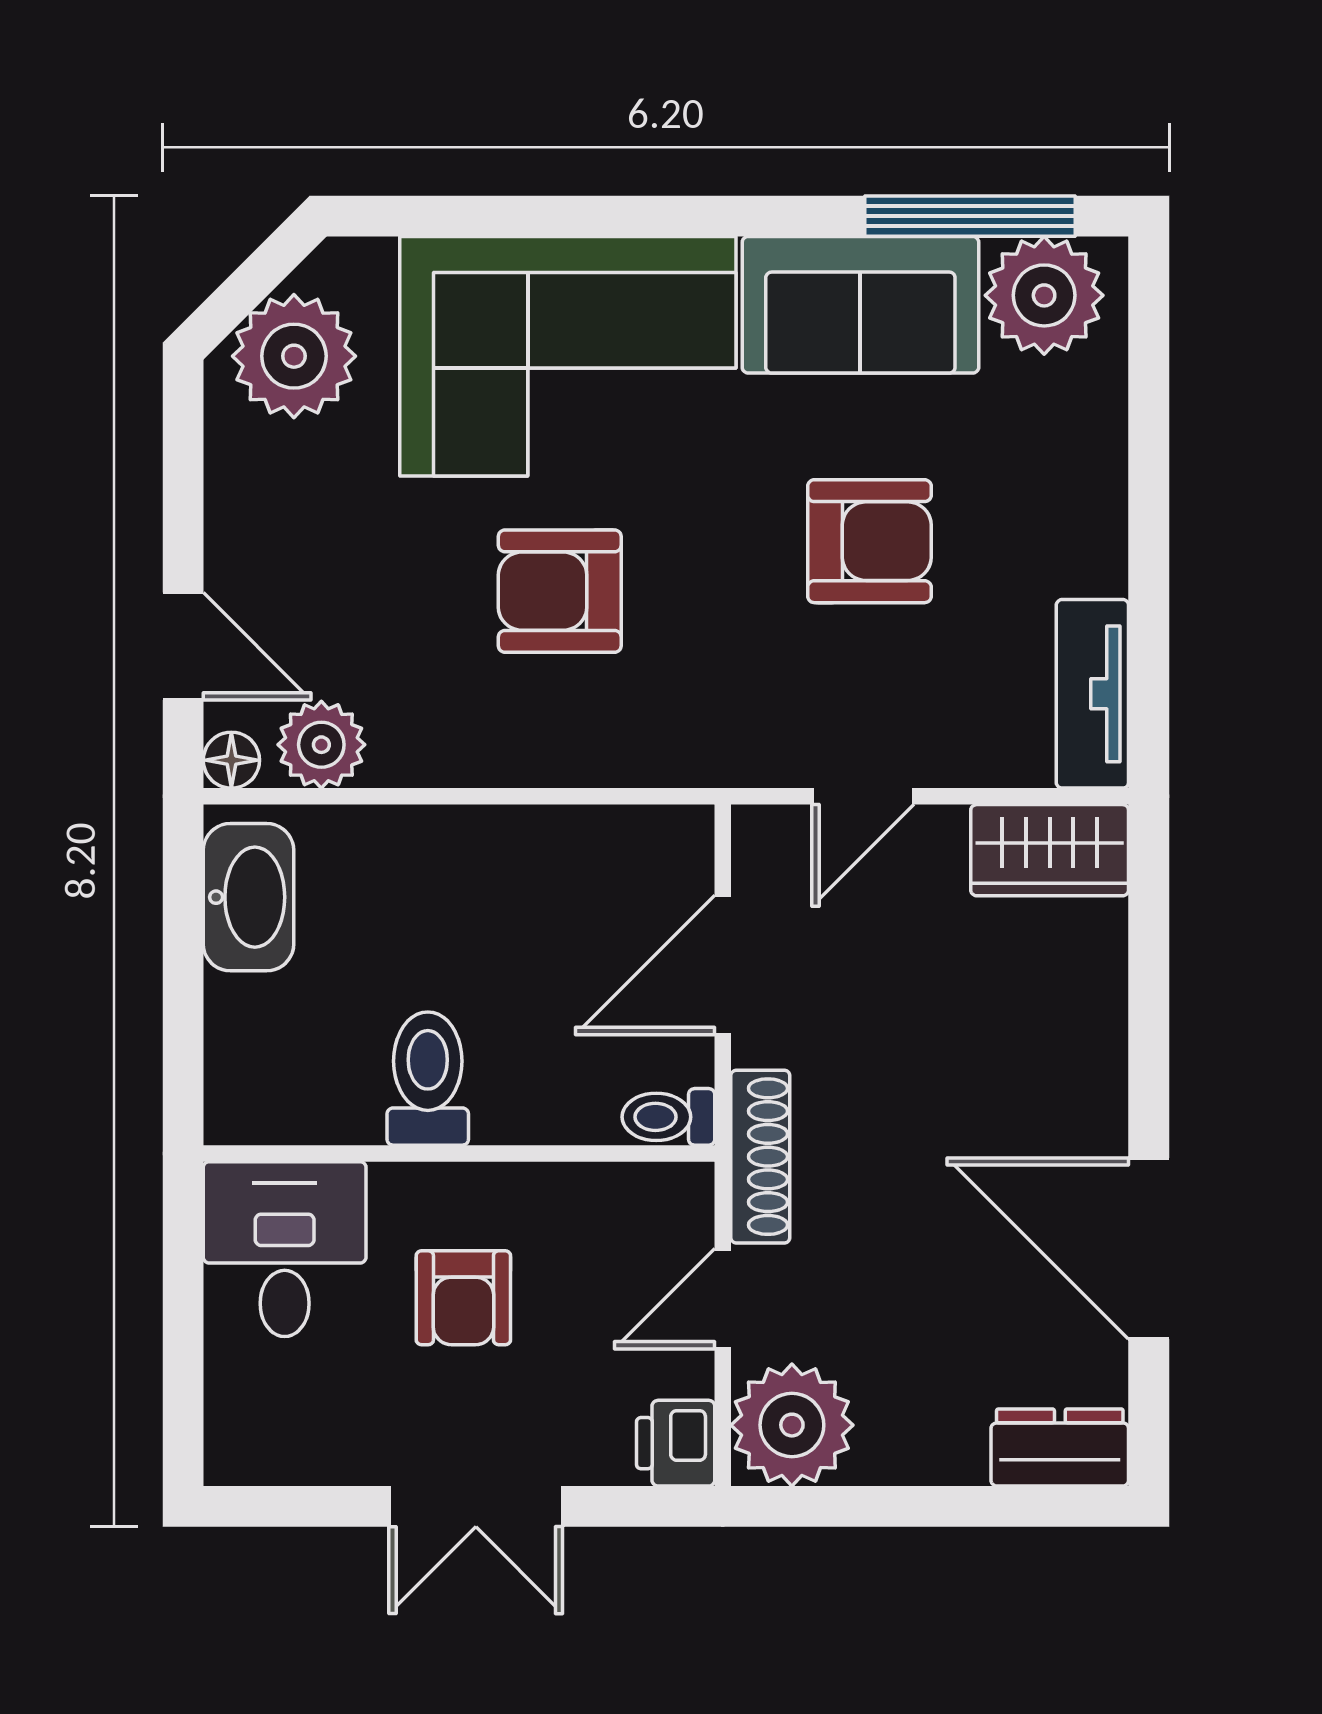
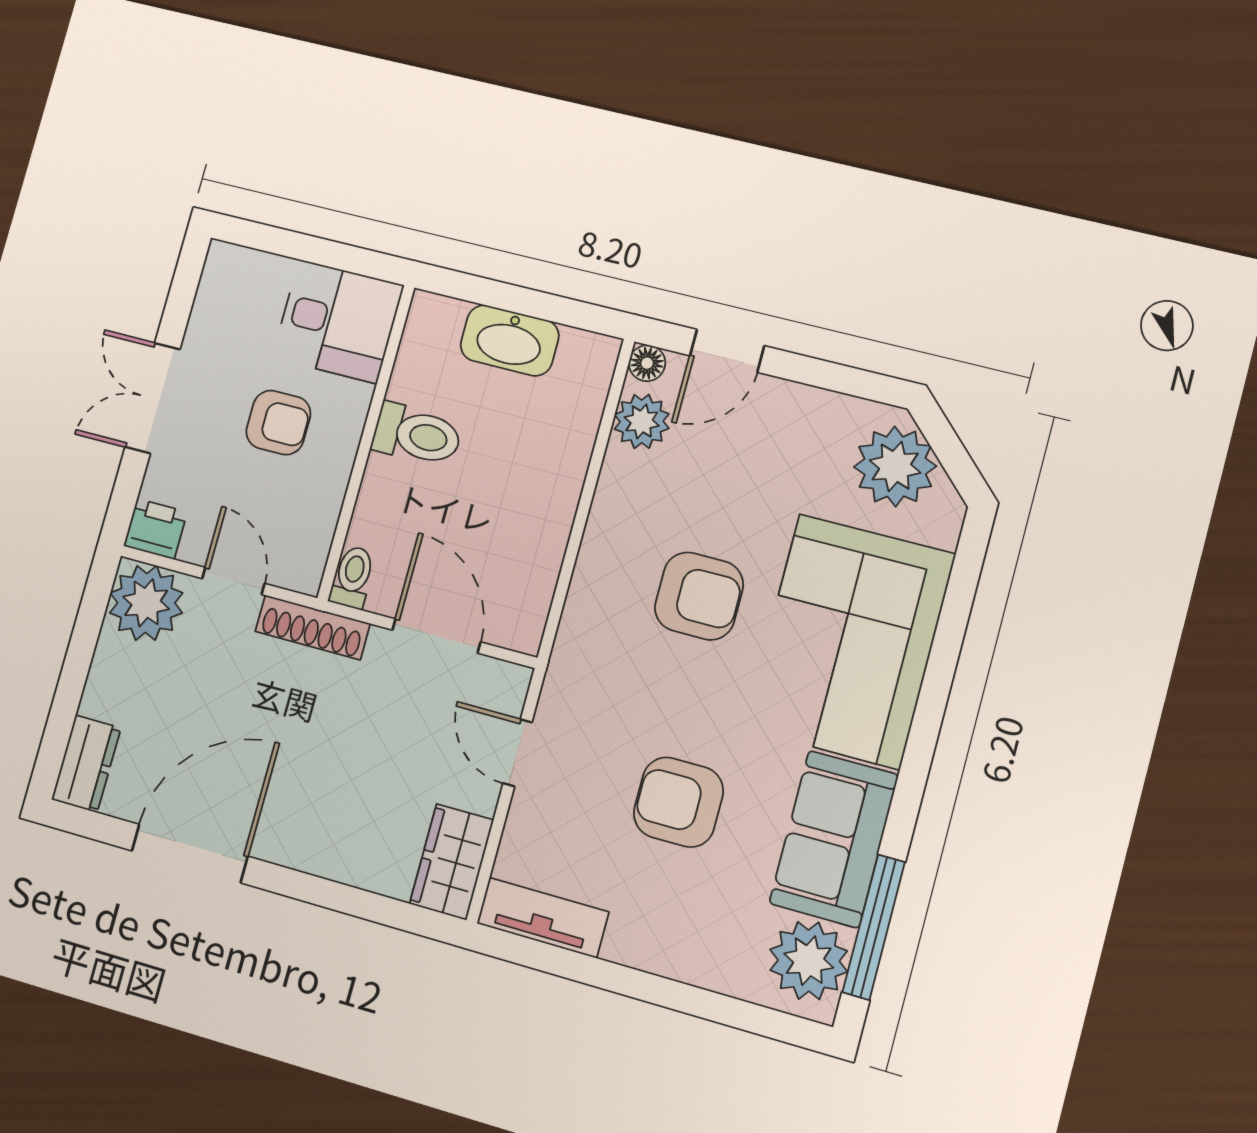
armchair: (869, 541) -> (678, 802), turned 90
armchair: (560, 591) -> (699, 596), turned 90
washbasin: (248, 897) -> (510, 340), moved
armchair: (463, 1298) -> (278, 423), turned 180

